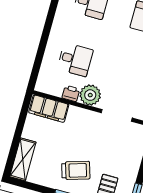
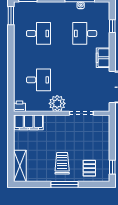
printer: (71, 93) -> (19, 106), moved
trolley: (76, 170) -> (62, 163), turned -73

